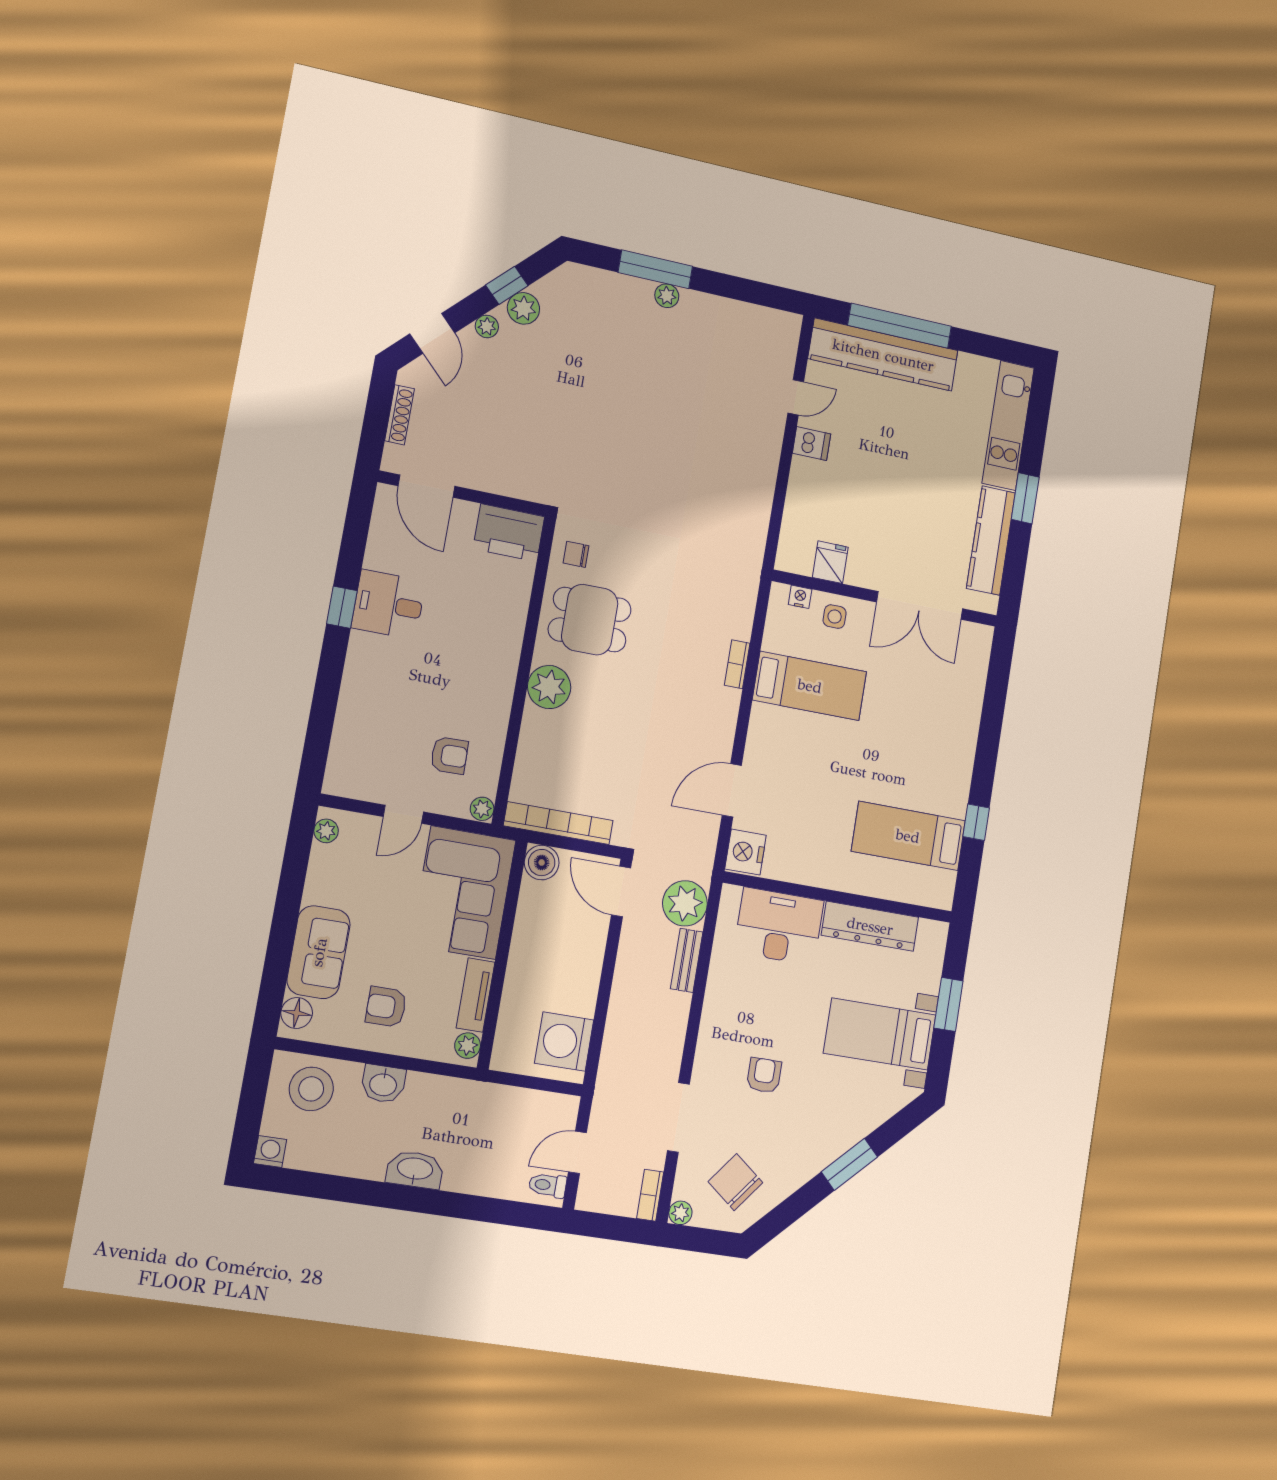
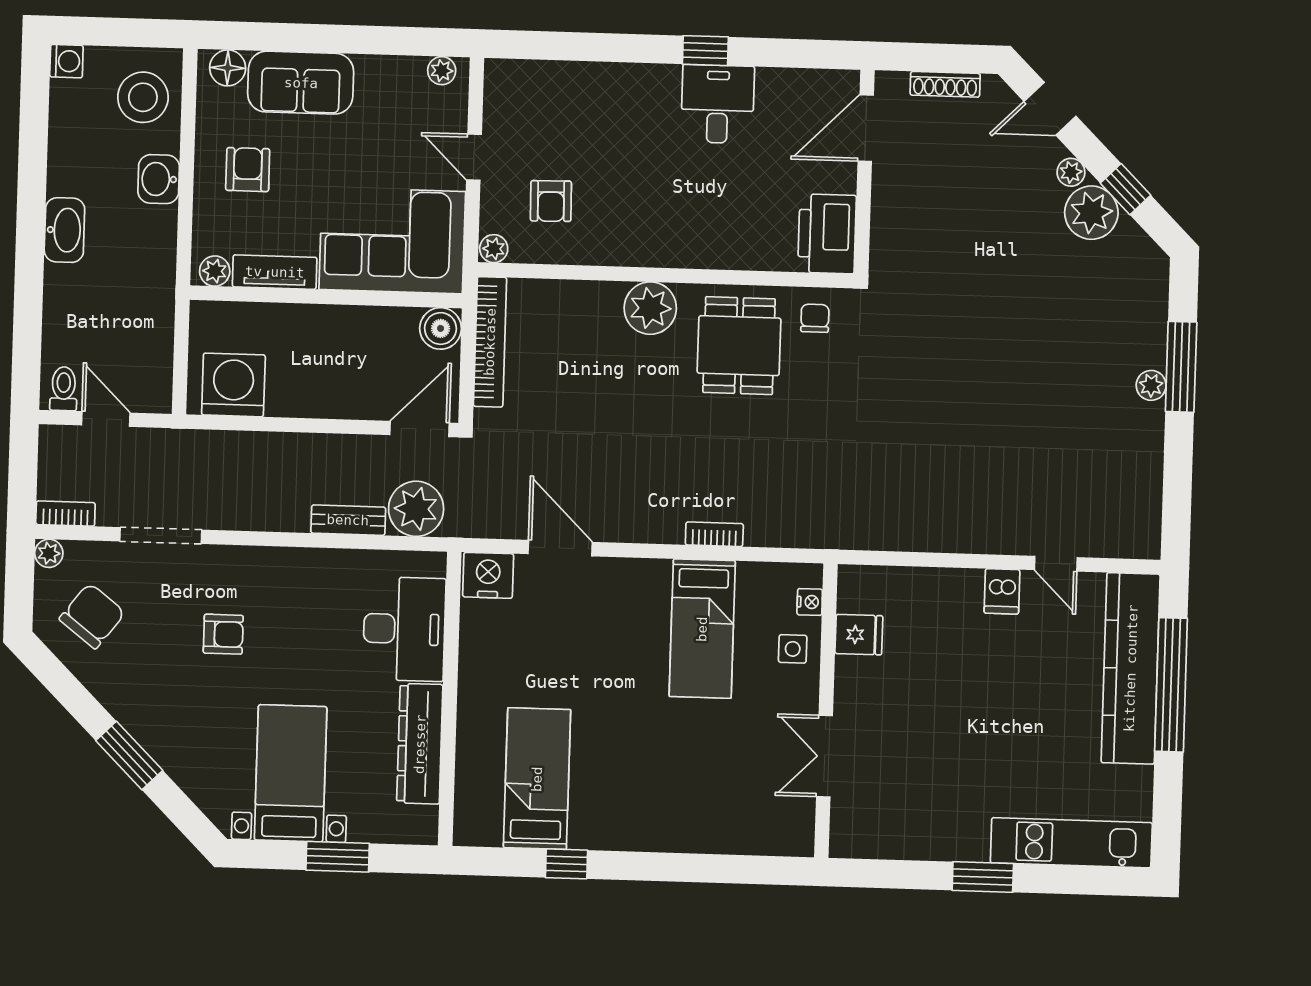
plant: (523, 308) -> (1091, 213), width x1.36, depth x1.36
kitchen counter: (991, 540) -> (922, 838), removed
double door: (920, 605) -> (824, 756), width x0.73

